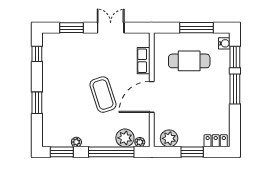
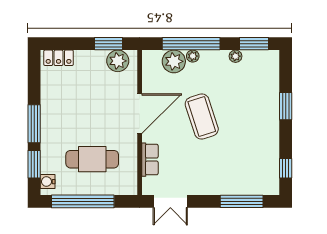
window: (72, 28) -> (242, 201), width x1.44
double door: (111, 28) -> (170, 201), moved
window: (197, 28) -> (83, 201), width x1.46
plant: (140, 142) -> (193, 56), moved
window: (192, 152) -> (109, 44), moved

